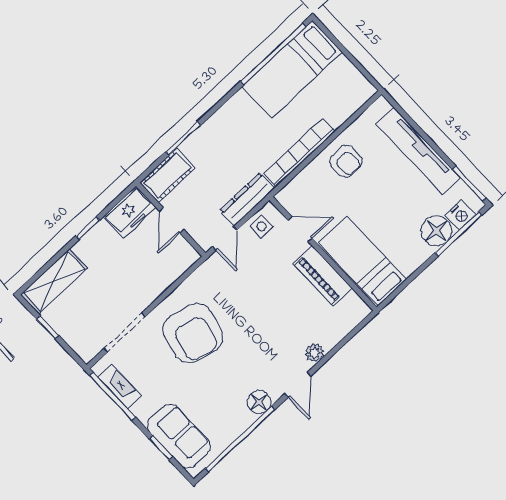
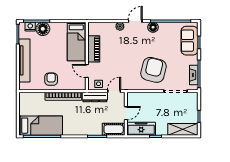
freezer: (130, 212) -> (141, 129), width x1.40

